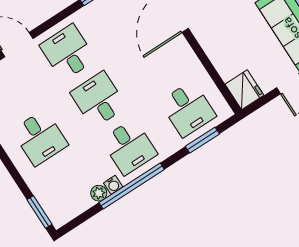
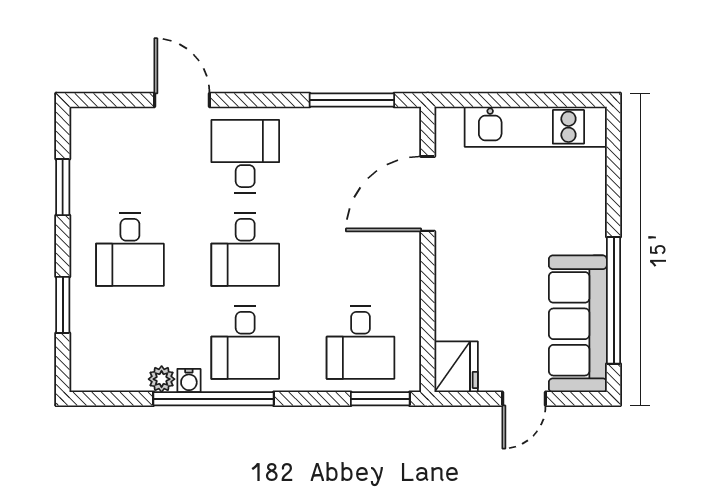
desk: (99, 100) -> (245, 249), turned 180
window: (202, 140) -> (380, 399), moved
window: (40, 212) -> (63, 305), moved

